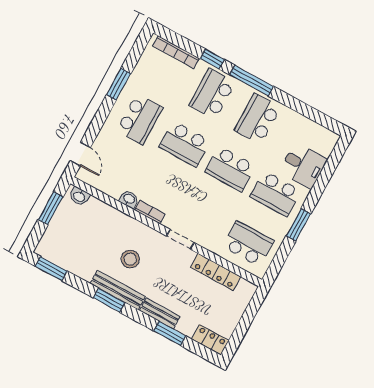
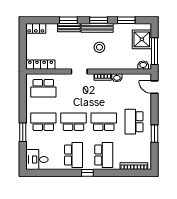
window: (212, 59) -> (114, 173), removed
window: (252, 81) -> (87, 173), width x0.46
desk: (303, 165) -> (37, 160), moved
window: (51, 208) -> (154, 51), width x1.44
window: (298, 225) -> (23, 132), moved
shower: (60, 236) -> (142, 39), added
window: (51, 269) -> (126, 20), moved
locker: (216, 272) -> (41, 65), moved
window: (170, 333) -> (68, 20), moved

